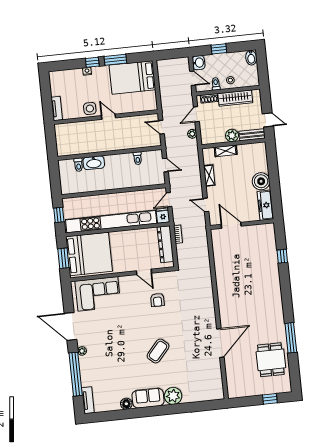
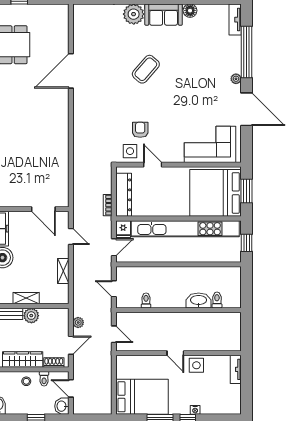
shelving: (226, 151) -> (26, 298), moved
side table: (164, 281) -> (130, 151), added

